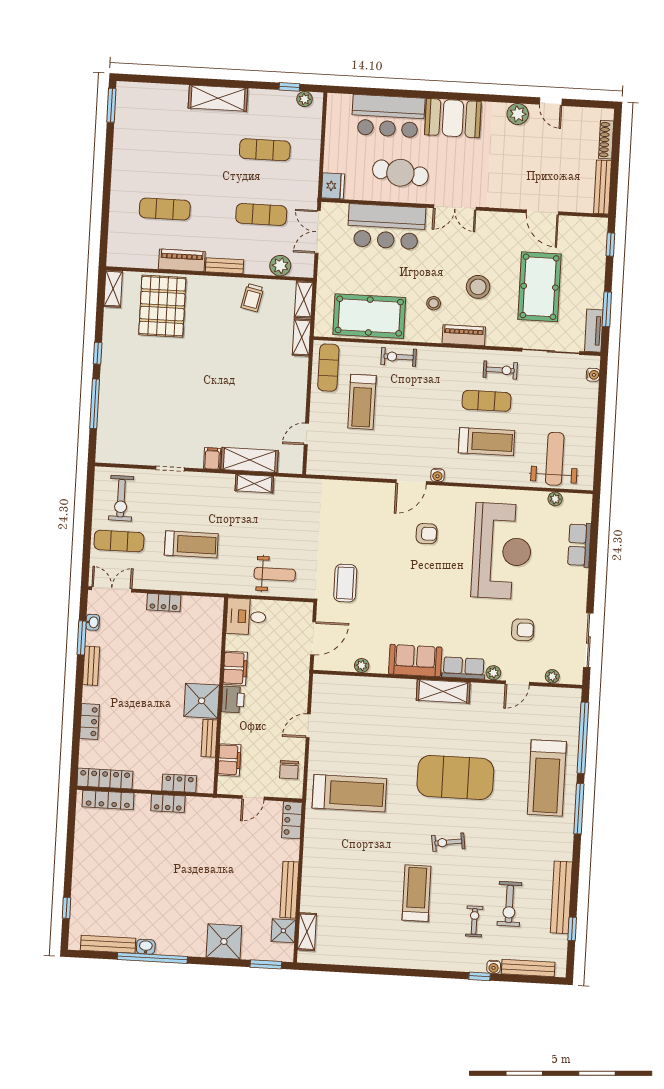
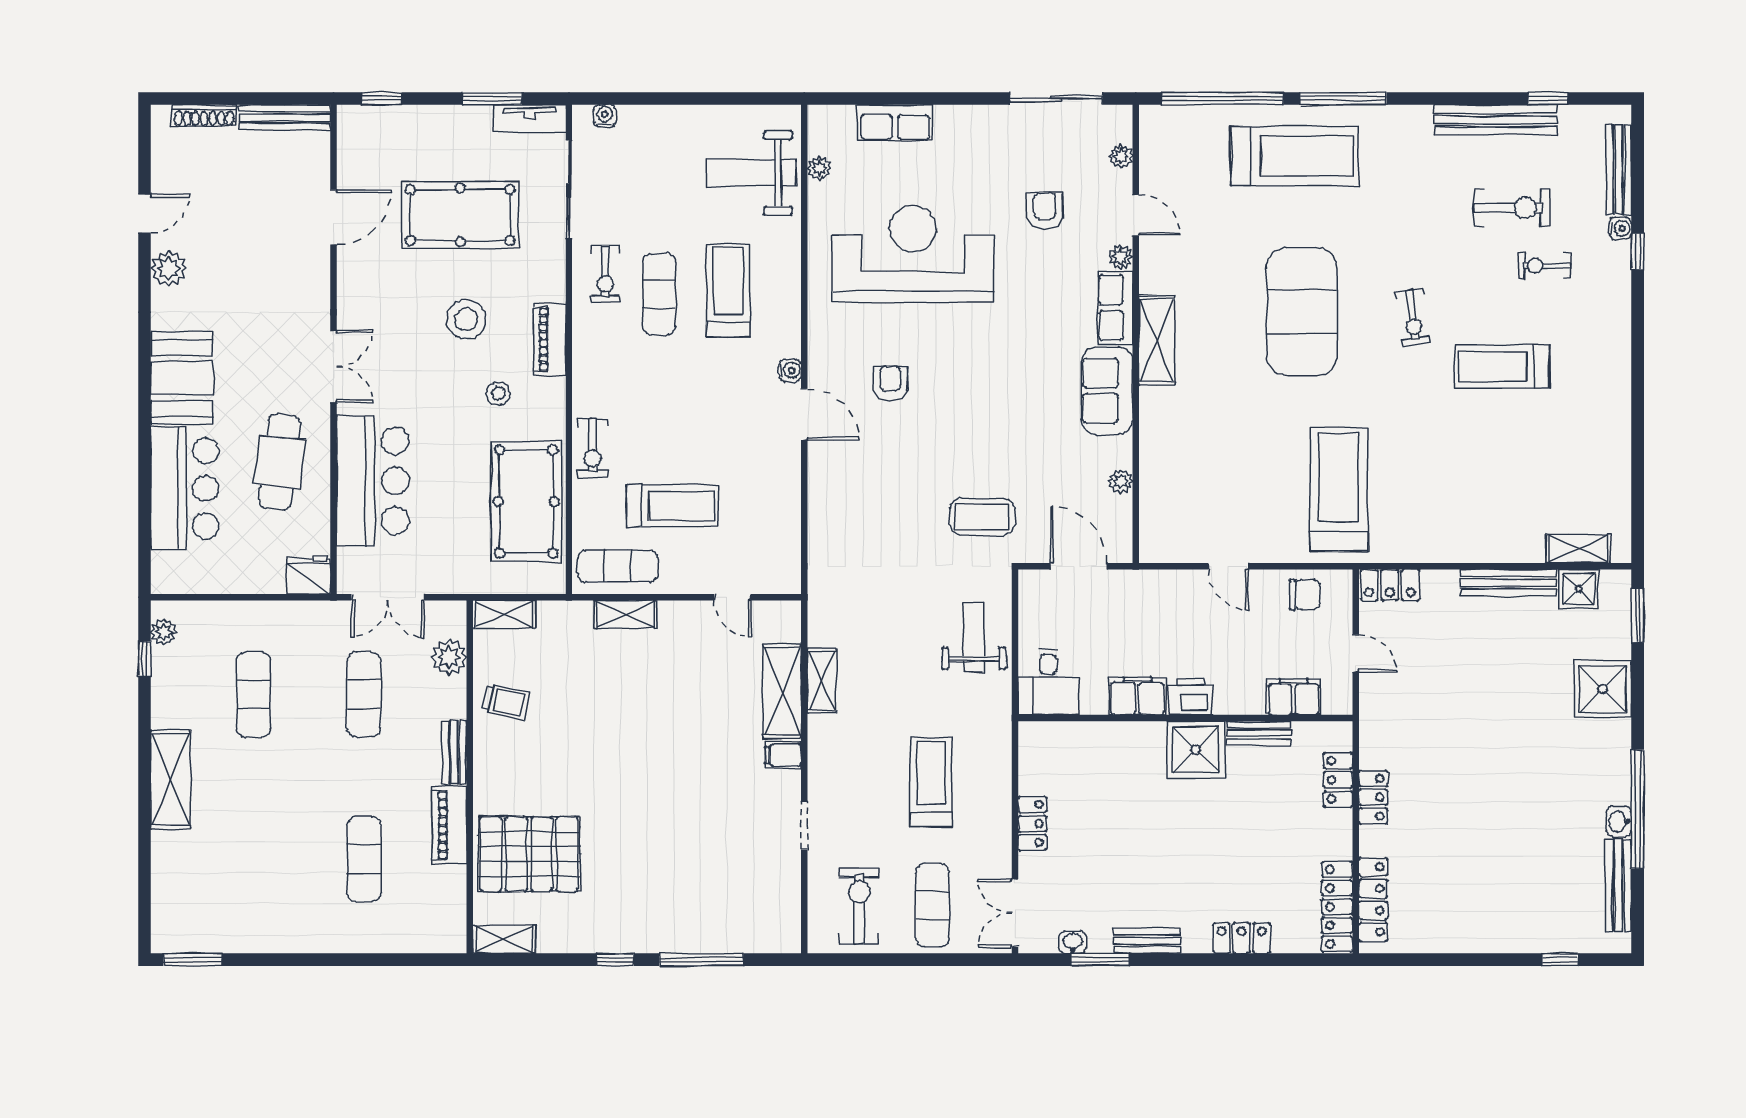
shelving: (302, 337) -> (626, 614), moved
exercise bike: (500, 370) -> (605, 274), turned 180
exercise bike: (121, 498) -> (859, 906), turned -90

